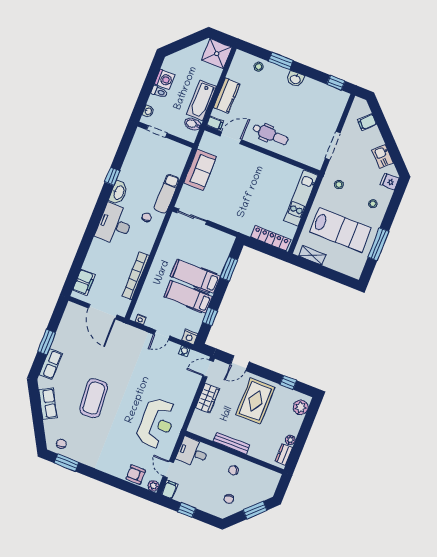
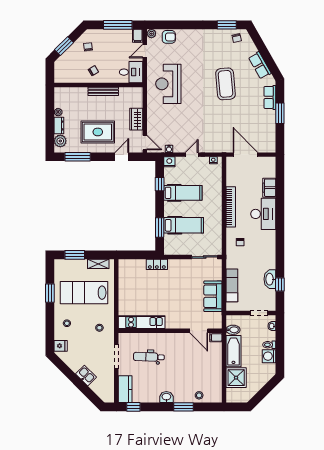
shower: (217, 54) -> (236, 378), moved
kitchen counter: (227, 96) -> (125, 389), moved, turned 180
filing cabinet: (367, 122) -> (97, 385), removed
dental chair: (270, 134) -> (149, 357), moved
door: (231, 138) -> (199, 331), hinge flipped
kitchen sink: (383, 156) -> (86, 376), moved
window: (112, 176) -> (280, 284), moved
washbasin: (119, 193) -> (270, 279), moved
exam couch: (167, 194) -> (232, 285), moved
kitchen unit: (301, 198) -> (142, 322), moved, turned -90
desk: (114, 224) -> (263, 214), moved
locker: (271, 238) -> (157, 264), moved, width x0.66
window: (378, 244) -> (50, 293), width x0.69
bookcase: (136, 276) -> (231, 207), moved
hospital bed: (195, 276) -> (184, 225), moved
window: (334, 276) -> (75, 255), added
filing cabinet: (84, 282) -> (269, 188), moved
door: (208, 369) -> (145, 143), hinge flipped
window: (288, 382) -> (78, 157), width x2.17
rug: (255, 401) -> (98, 132), turned 90
dresser: (284, 454) -> (59, 125), moved
door: (168, 469) -> (145, 51), swing flipped
window: (187, 510) -> (118, 25), width x2.17

